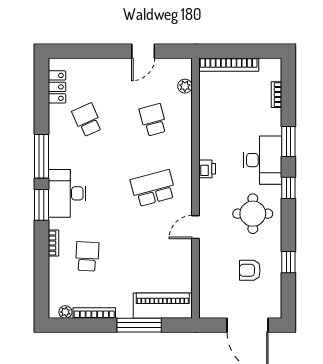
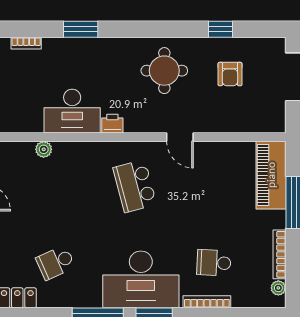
plant: (185, 86) -> (44, 149), moved
school desk: (153, 120) -> (56, 186), removed
desk: (263, 160) -> (72, 111), moved, turned 180
window: (288, 188) -> (134, 29), removed
desk: (67, 193) -> (141, 279), width x1.36, depth x1.30
bookcase: (54, 243) -> (207, 302), width x1.56

